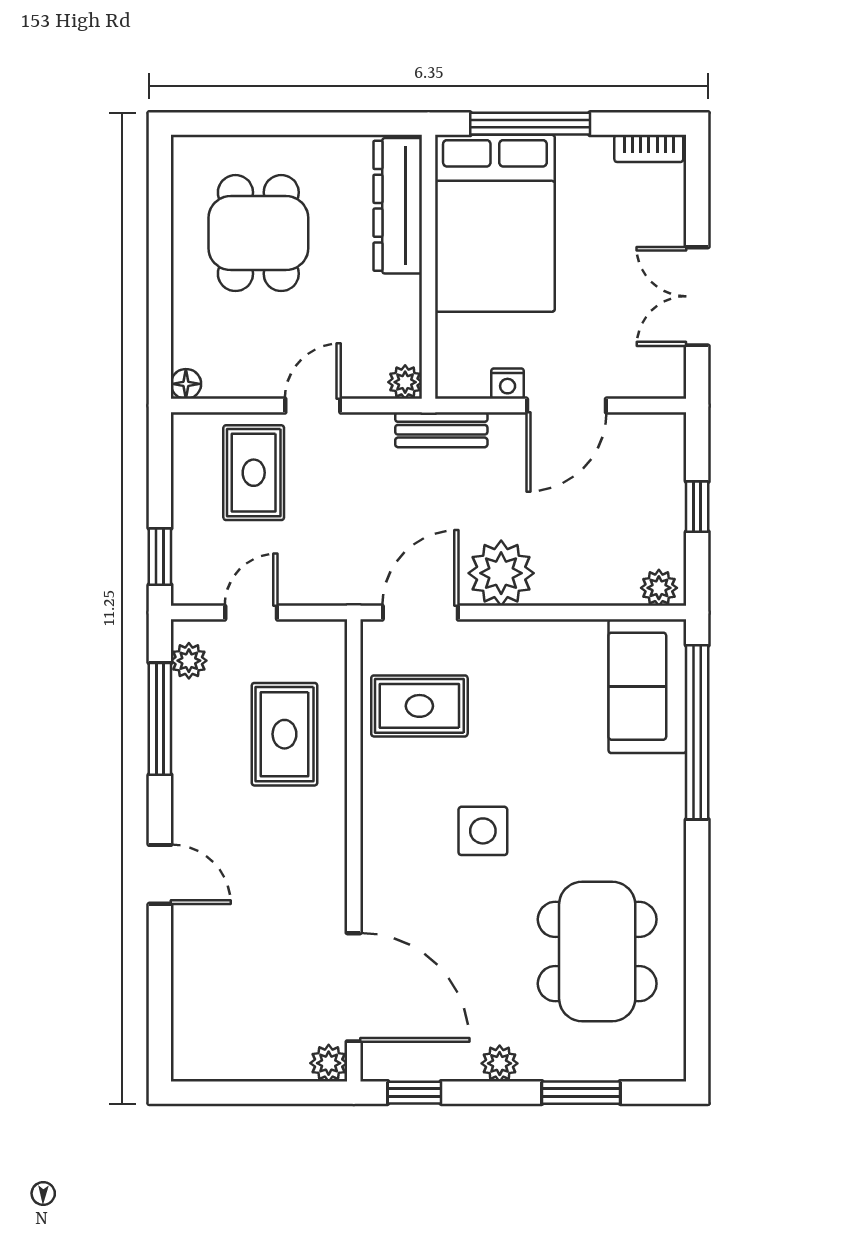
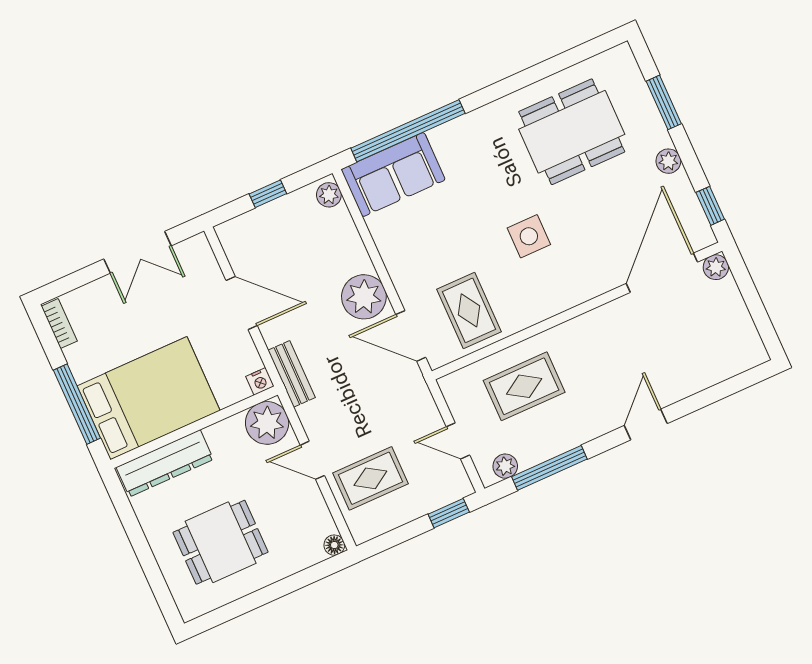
plant: (405, 382) -> (267, 423), width x1.87, depth x1.87
nightstand: (508, 384) -> (260, 381), moved, turned 90

